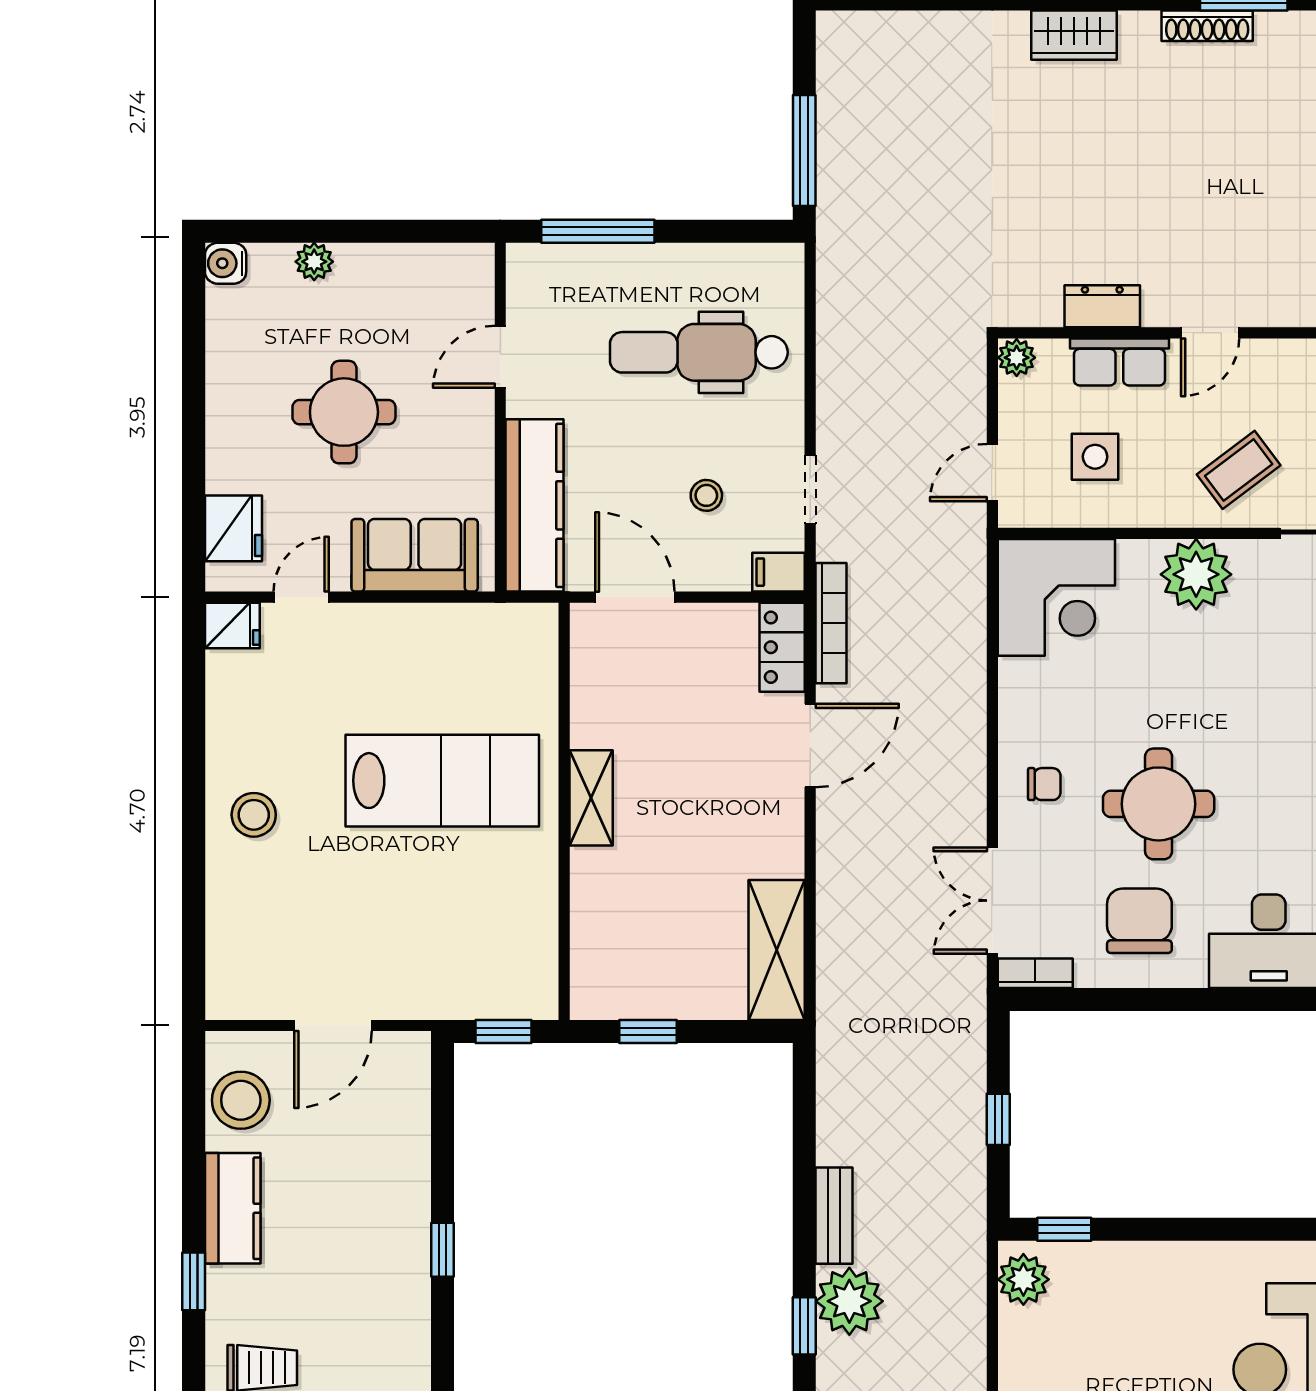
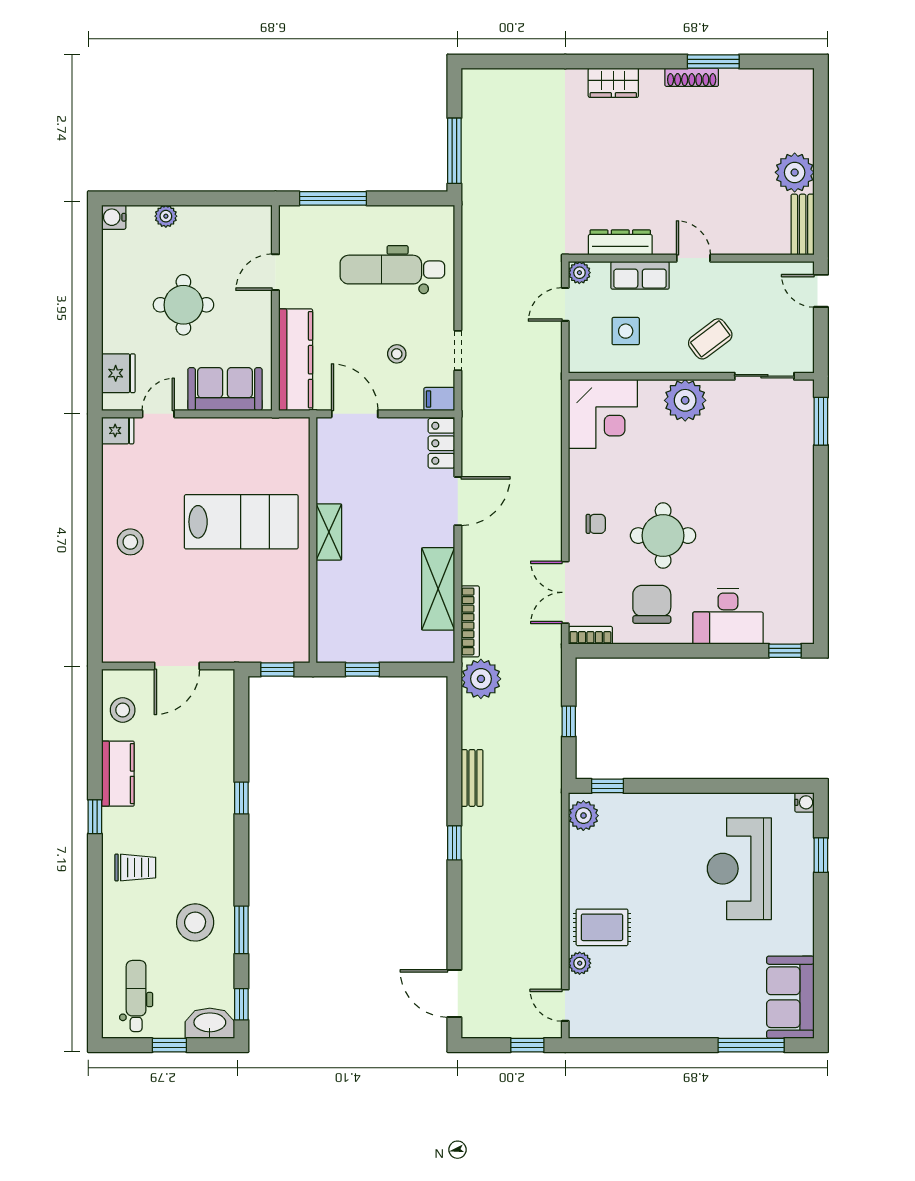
dresser: (1102, 306) -> (620, 242), width x1.44
door: (1210, 333) -> (693, 258), swing flipped
door: (992, 473) -> (565, 304), moved
bookcase: (831, 623) -> (470, 621), moved
shelving: (777, 950) -> (438, 589), moved
stool: (241, 1100) -> (123, 710), width x0.73, depth x0.73
plant: (849, 1301) -> (481, 679), moved

